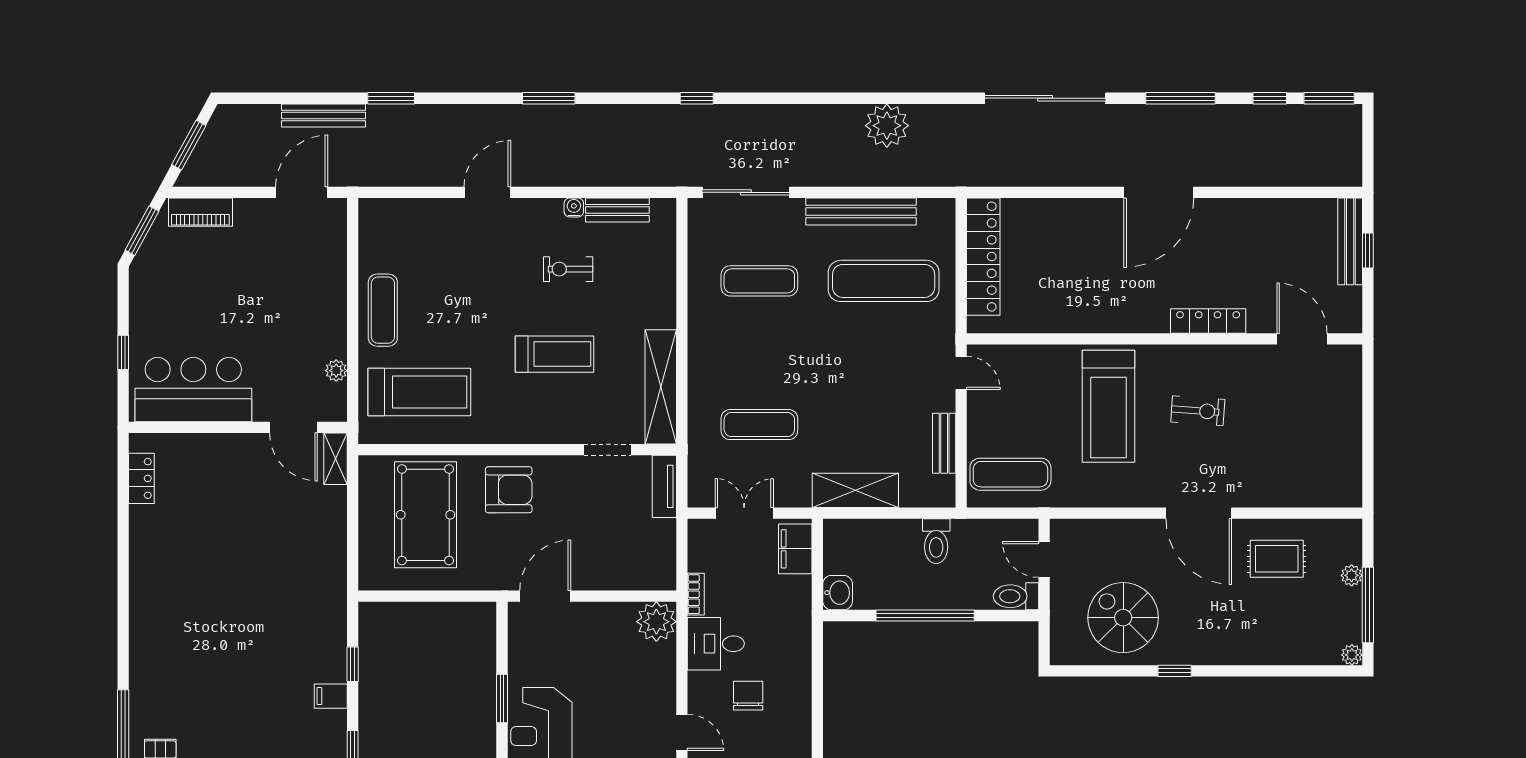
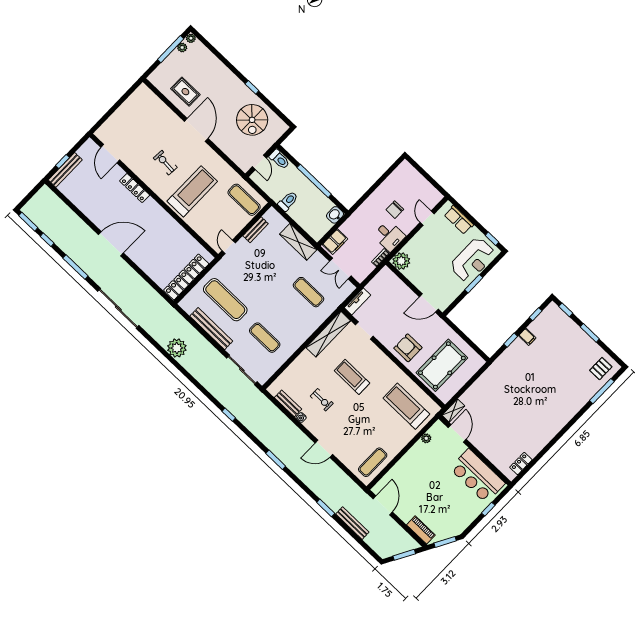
door: (302, 192) -> (383, 505), swing flipped
exercise mat: (383, 310) -> (373, 462), moved
plant: (1352, 575) -> (182, 48), moved

